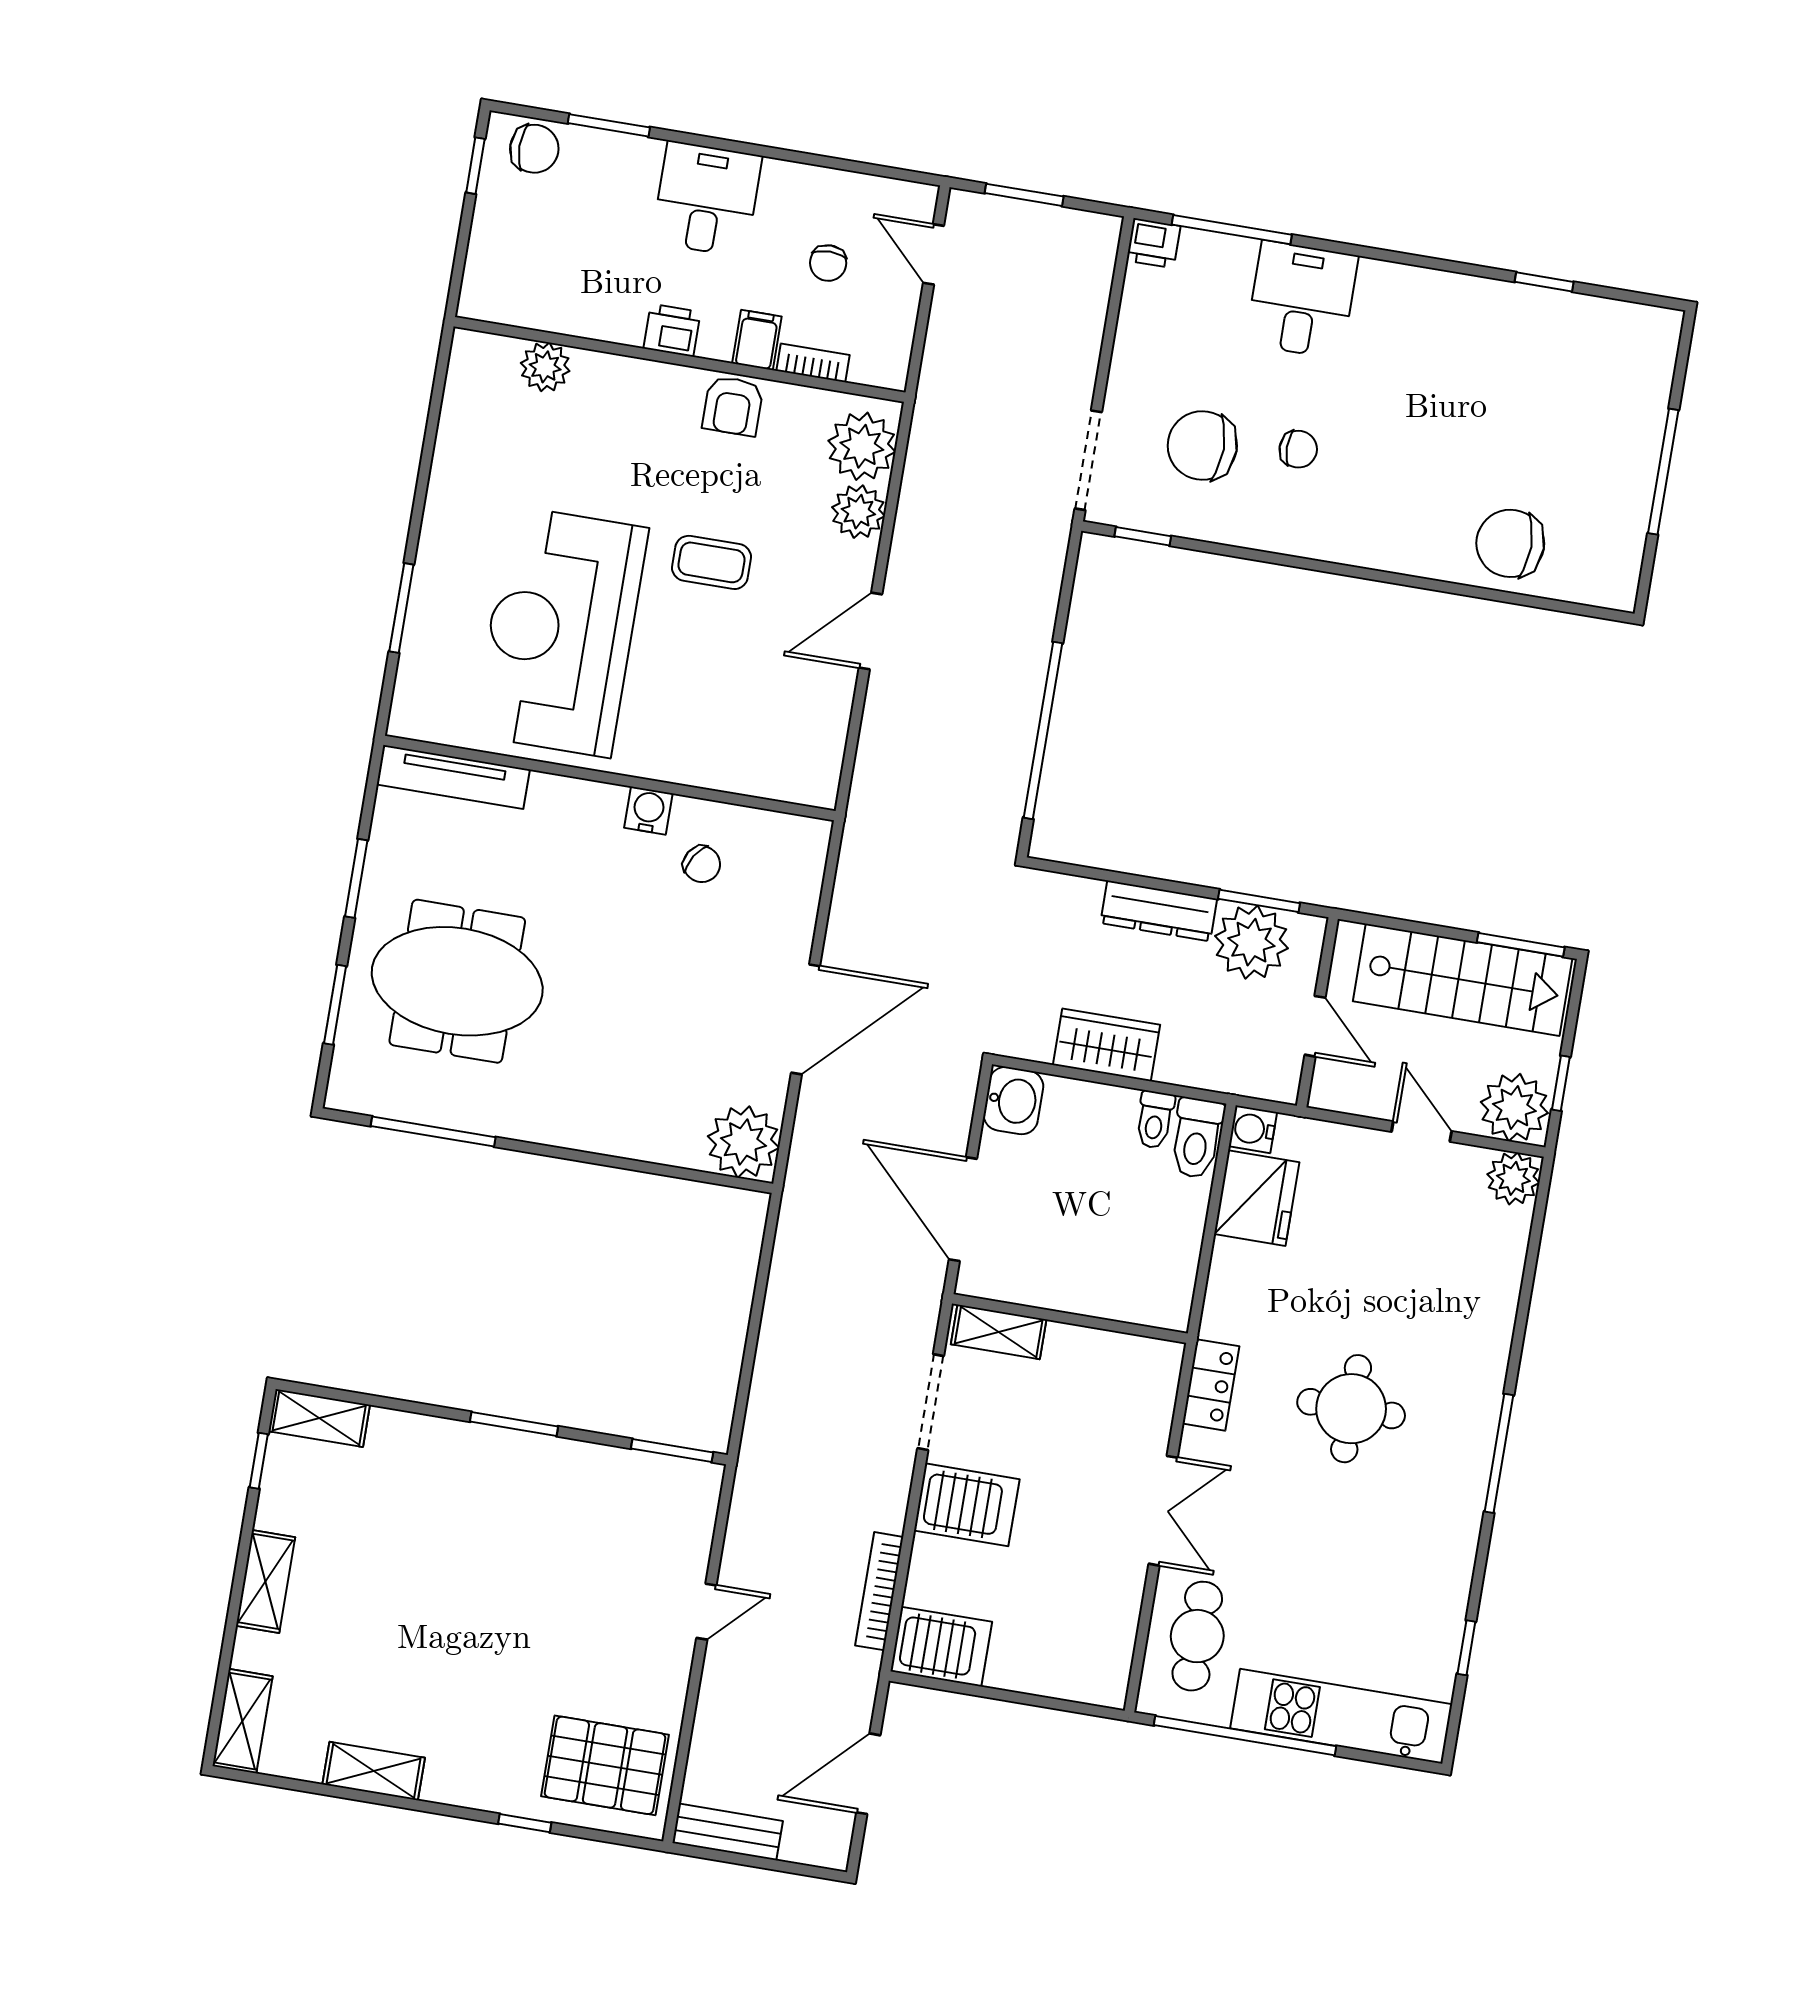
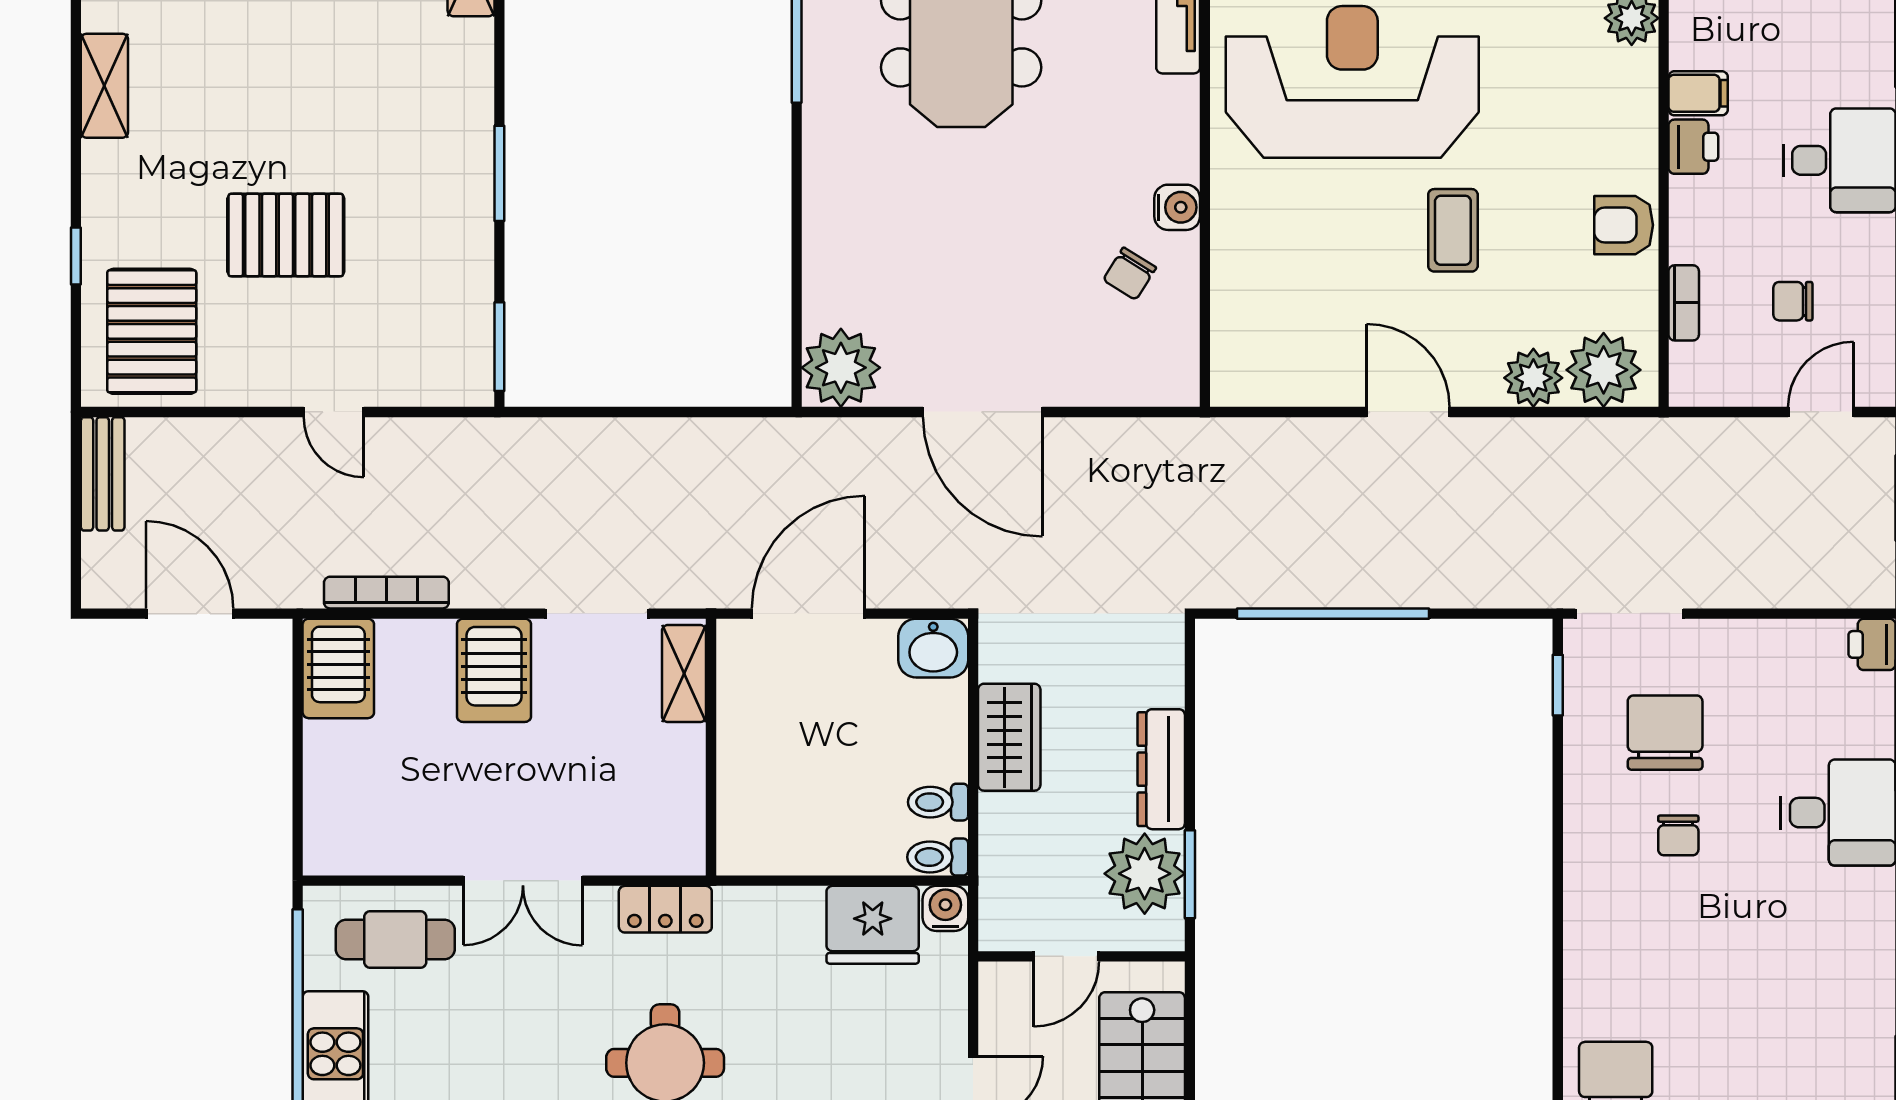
filing cabinet: (757, 340) -> (1698, 93), moved
toilet: (1197, 1138) -> (938, 857), width x0.73, depth x0.72
pallet: (538, 1628) -> (286, 235), added

